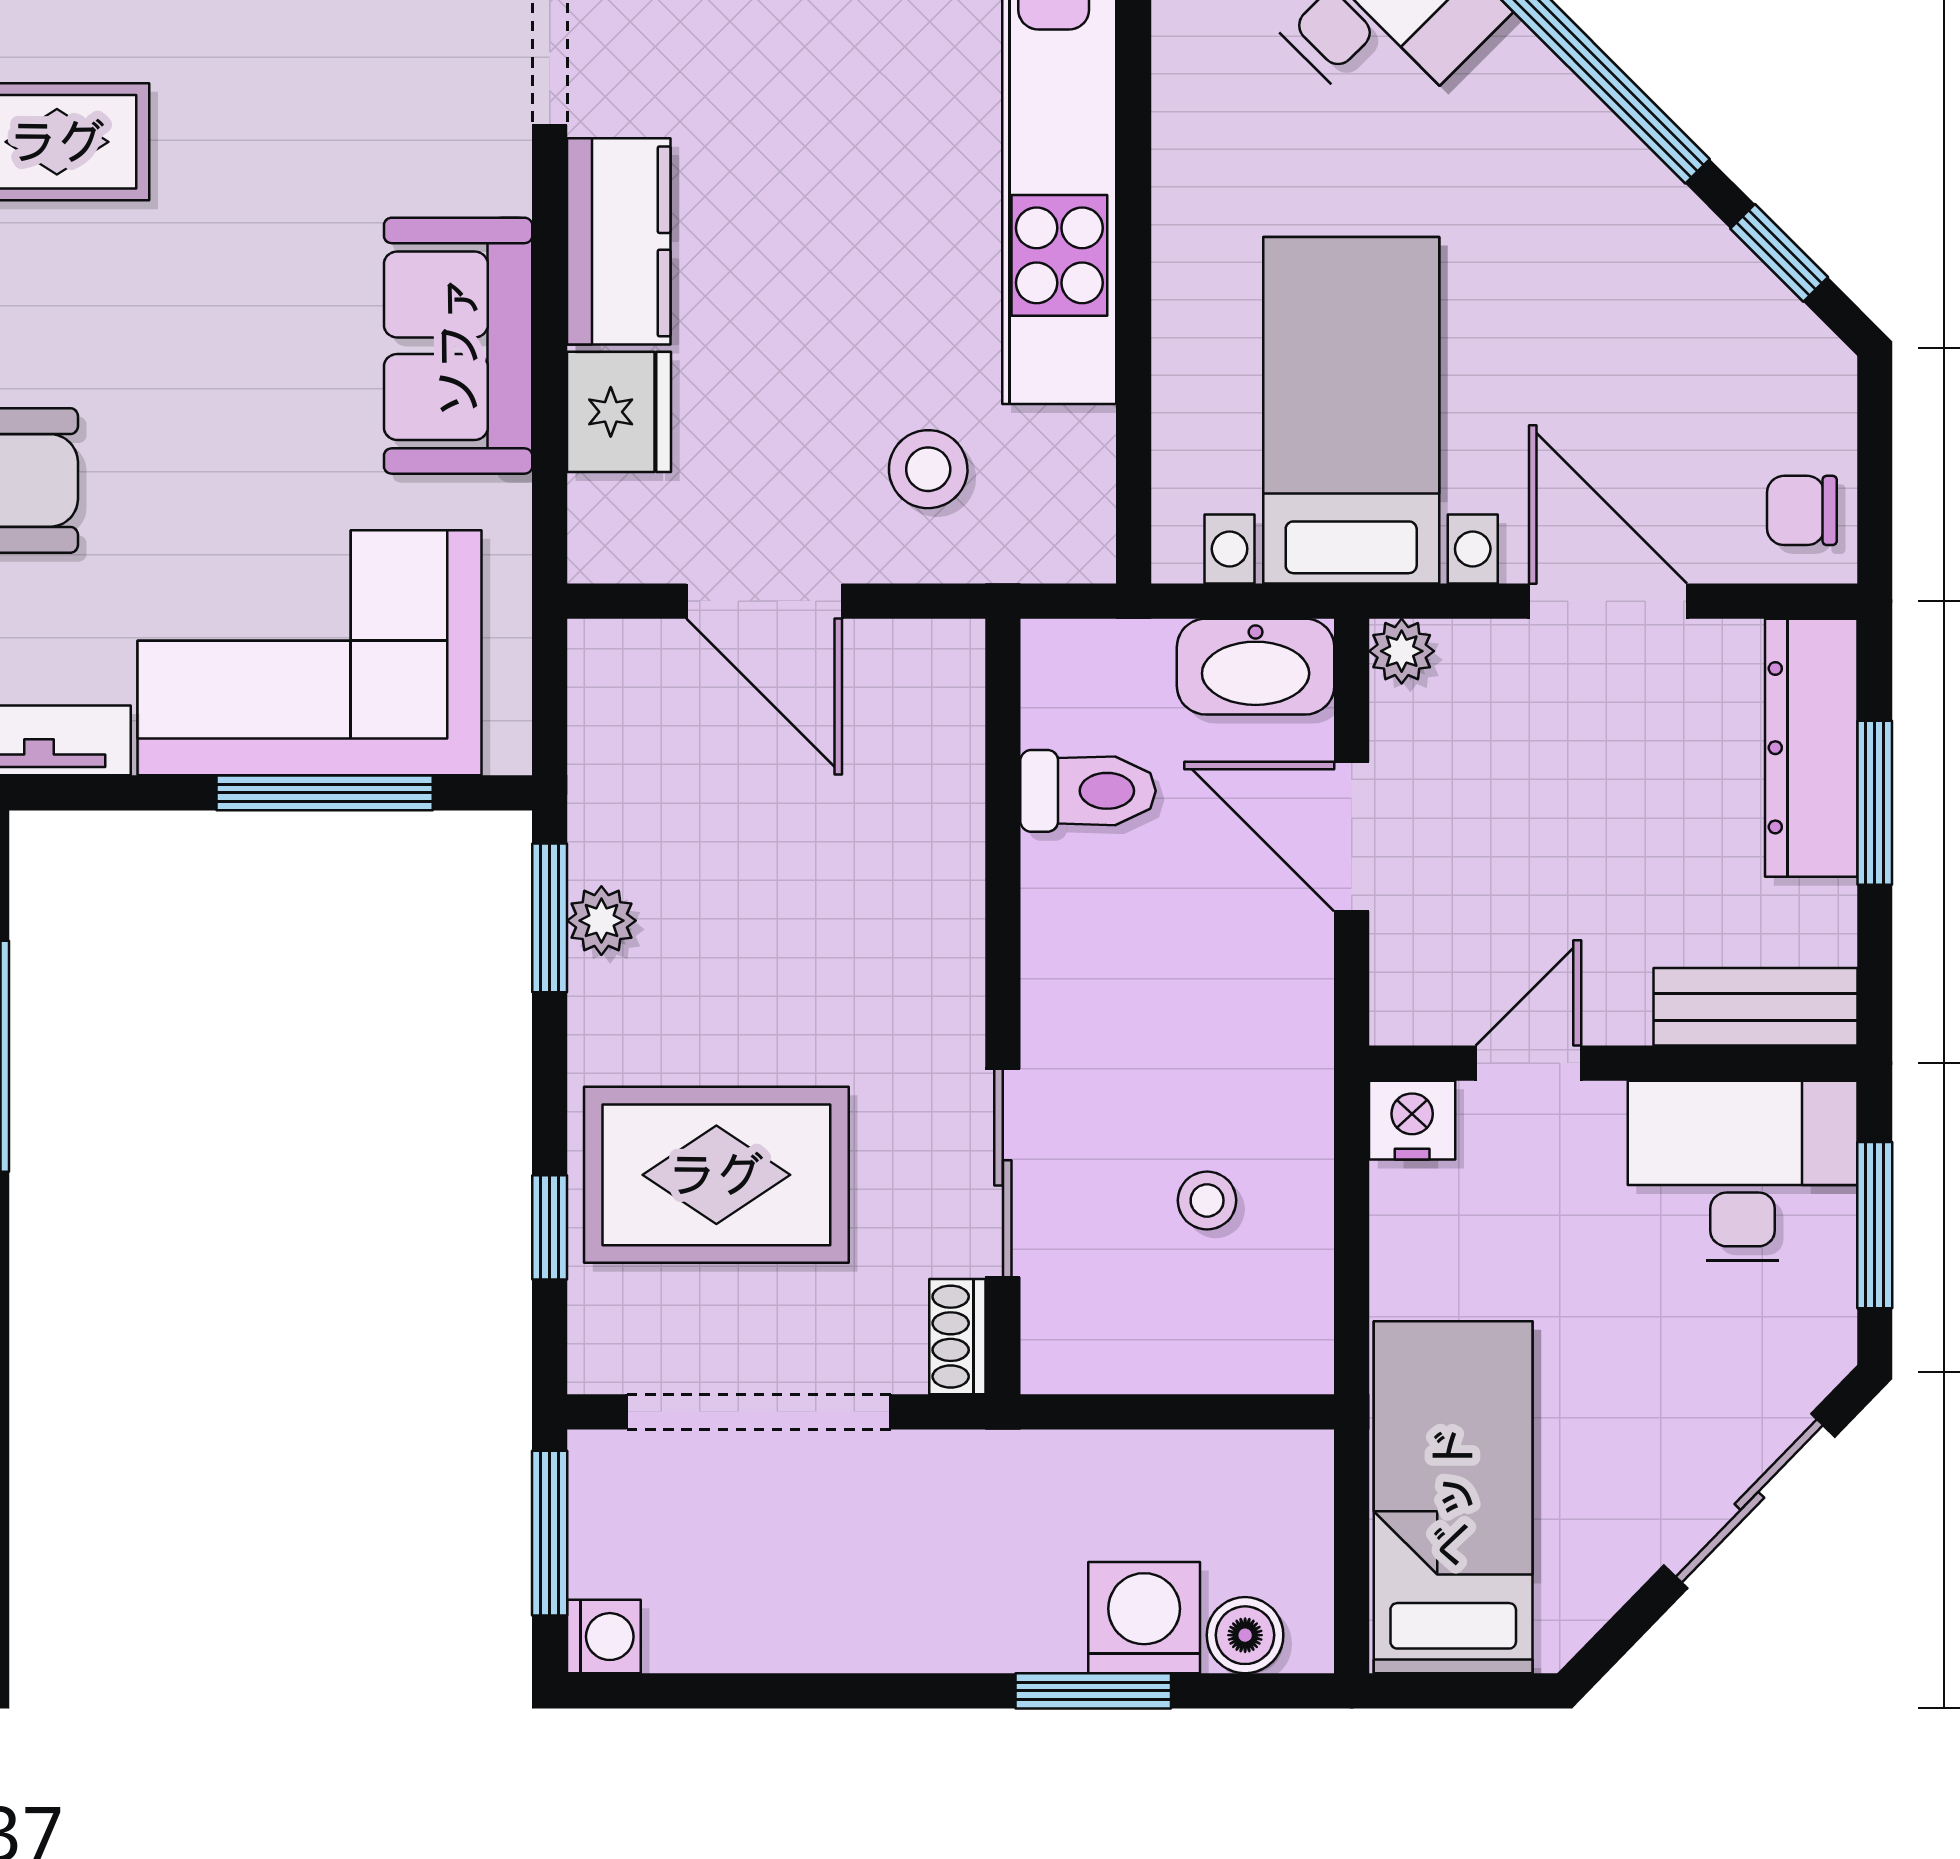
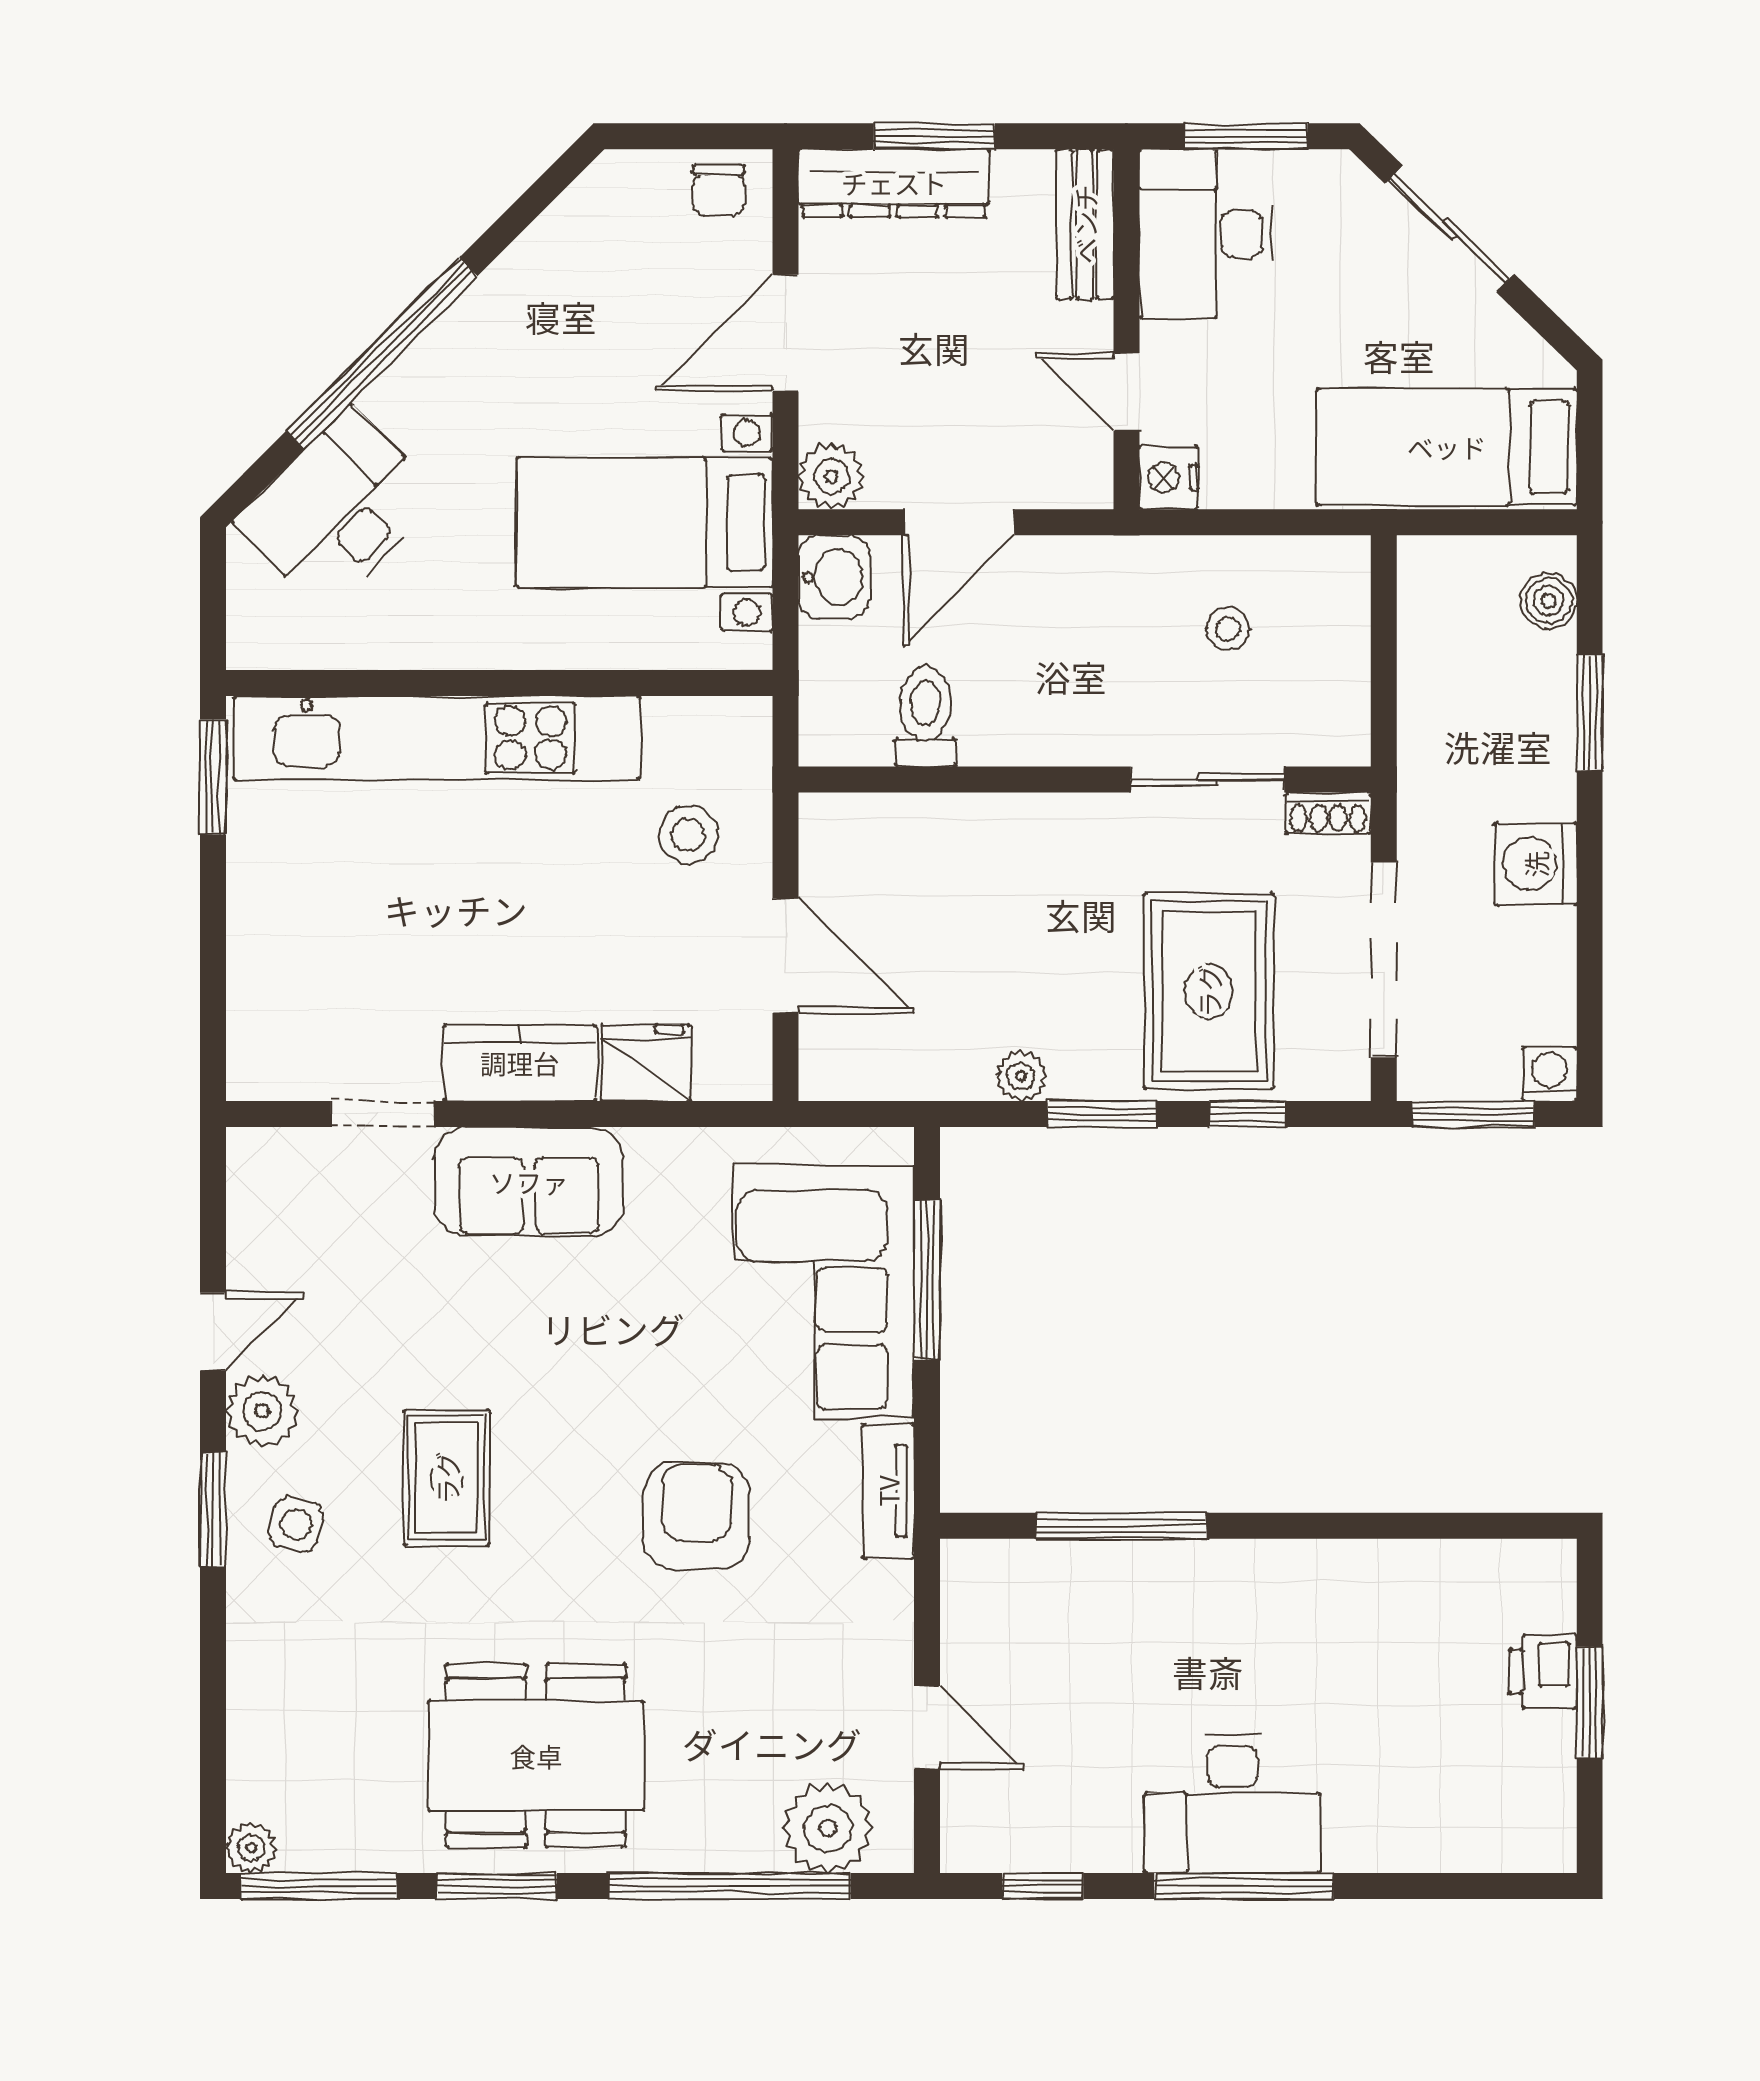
window: (1779, 253) -> (529, 207), removed
sofa: (458, 346) -> (529, 1182), moved
door: (764, 601) -> (785, 956), hinge flipped
plant: (1402, 651) -> (831, 476), width x1.38, depth x1.38
washbasin: (1256, 667) -> (834, 577), width x0.72
window: (550, 918) -> (1102, 1114), moved
washing machine: (1144, 1618) -> (1536, 864), moved

